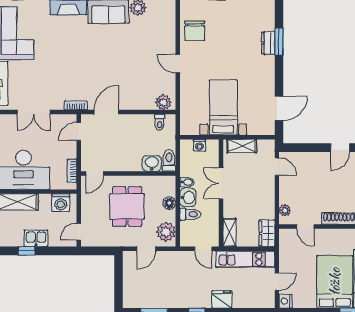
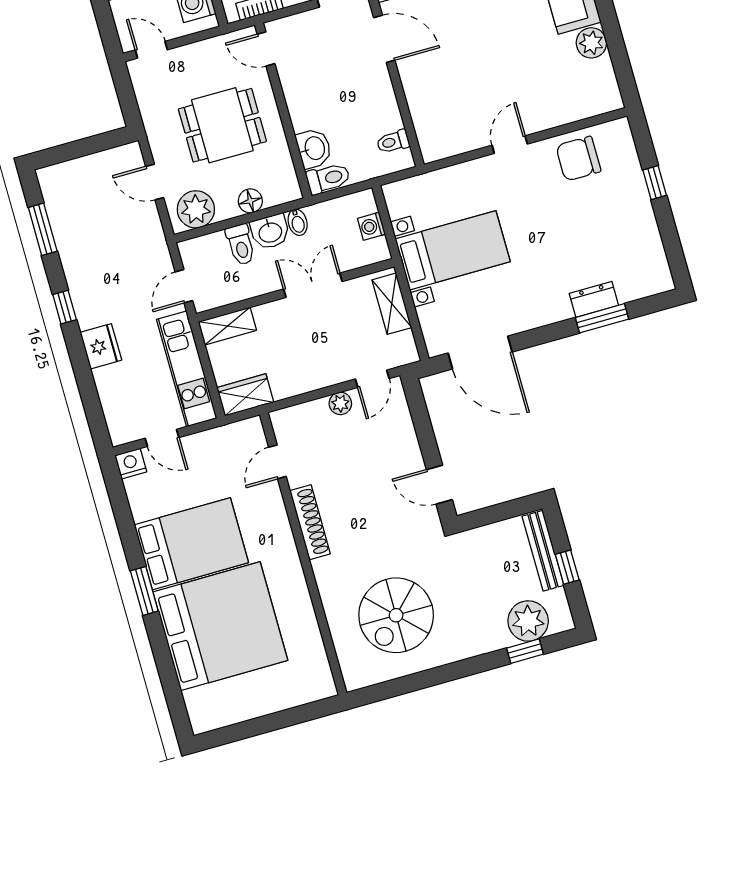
plant: (163, 102) -> (431, 138), removed
door: (279, 108) -> (480, 353), width x1.36
plant: (285, 210) -> (340, 403), moved

